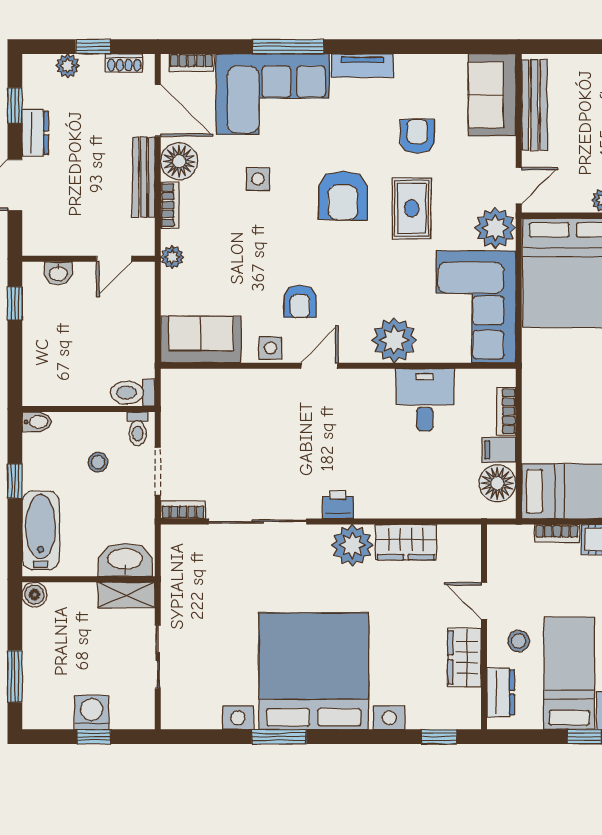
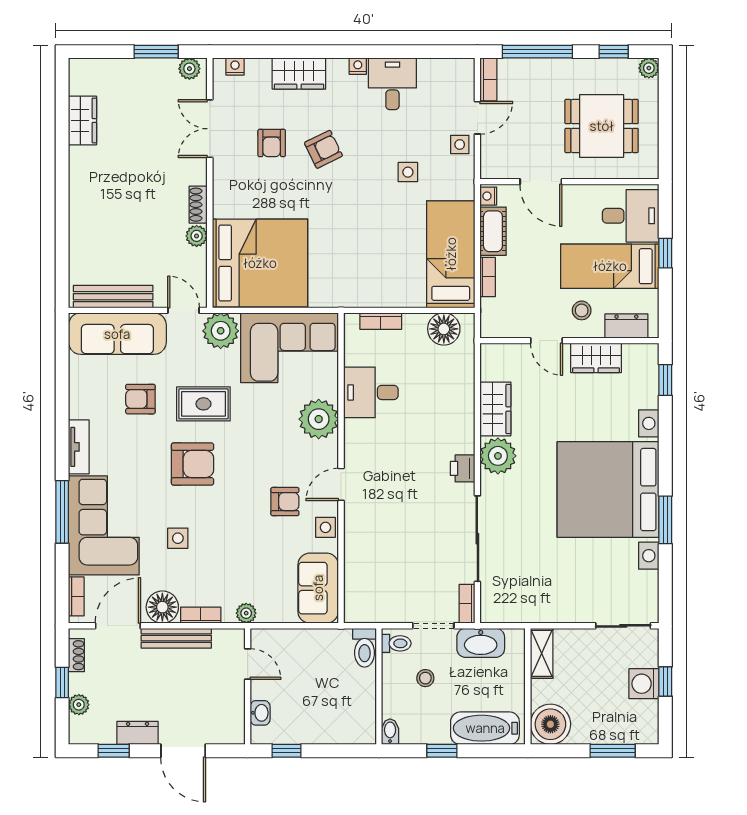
sofa: (492, 95) -> (117, 334), width x1.36
door: (319, 366) -> (341, 484), hinge flipped
filing cabinet: (499, 450) -> (415, 328), removed
washbasin: (125, 560) -> (481, 643), moved, turned -90
boiler: (34, 595) -> (550, 724), width x1.86, depth x1.86
door: (484, 601) -> (547, 341), hinge flipped
sliding door: (158, 657) -> (623, 626), moved

